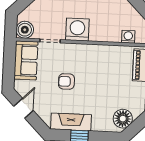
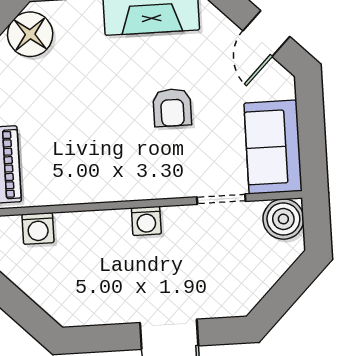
washing machine: (77, 30) -> (146, 221), width x0.53, depth x0.53
armchair: (66, 81) -> (172, 108), turned 90

